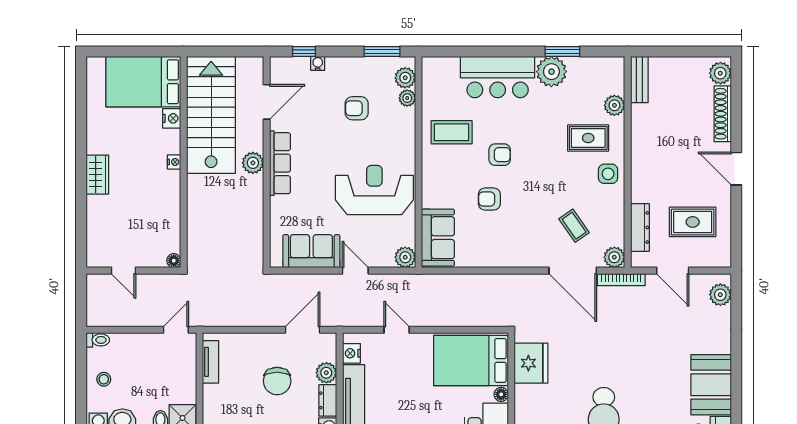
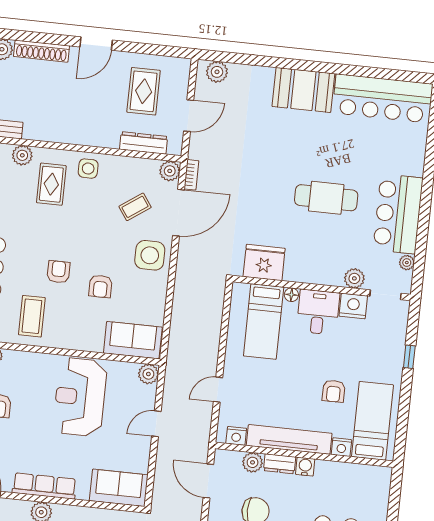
side table: (526, 246) -> (150, 255), added
sofa: (311, 251) -> (119, 488), moved, turned 90
bookcase: (621, 280) -> (191, 175), width x0.64
bed: (471, 360) -> (264, 322), width x0.67

